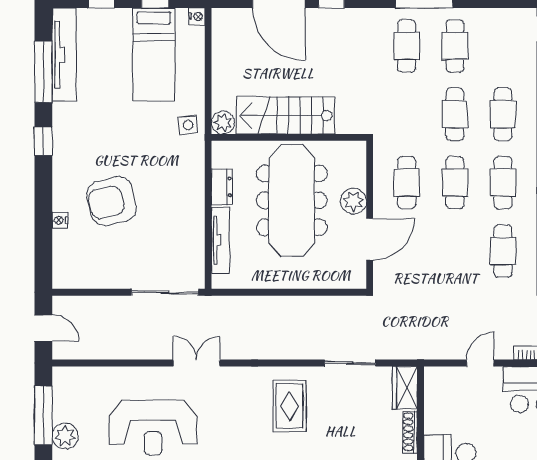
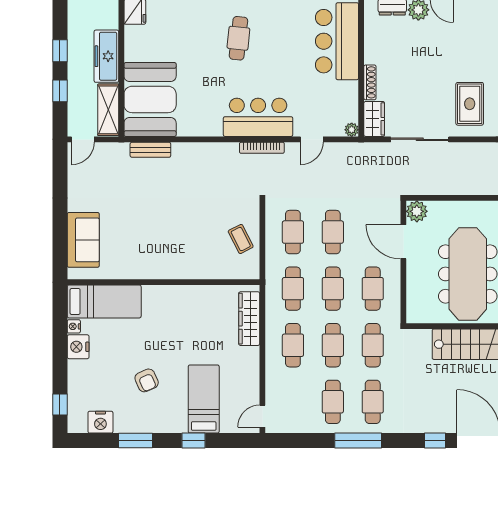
cafe table: (407, 114) -> (373, 345), added
plant: (353, 201) -> (417, 211), moved
door: (370, 239) -> (403, 242), hinge flipped
cafe table: (455, 251) -> (333, 232), added
sliding door: (350, 363) -> (420, 139), width x1.37
plant: (432, 375) -> (352, 130), added

